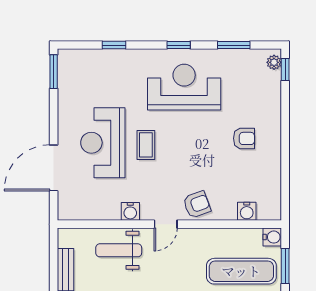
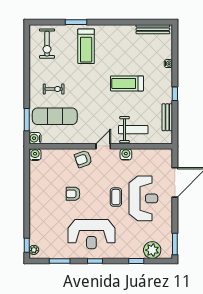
plant: (89, 62) -> (152, 250), added
armchair: (244, 138) -> (73, 194), moved
water cooler: (247, 211) -> (35, 155), moved

